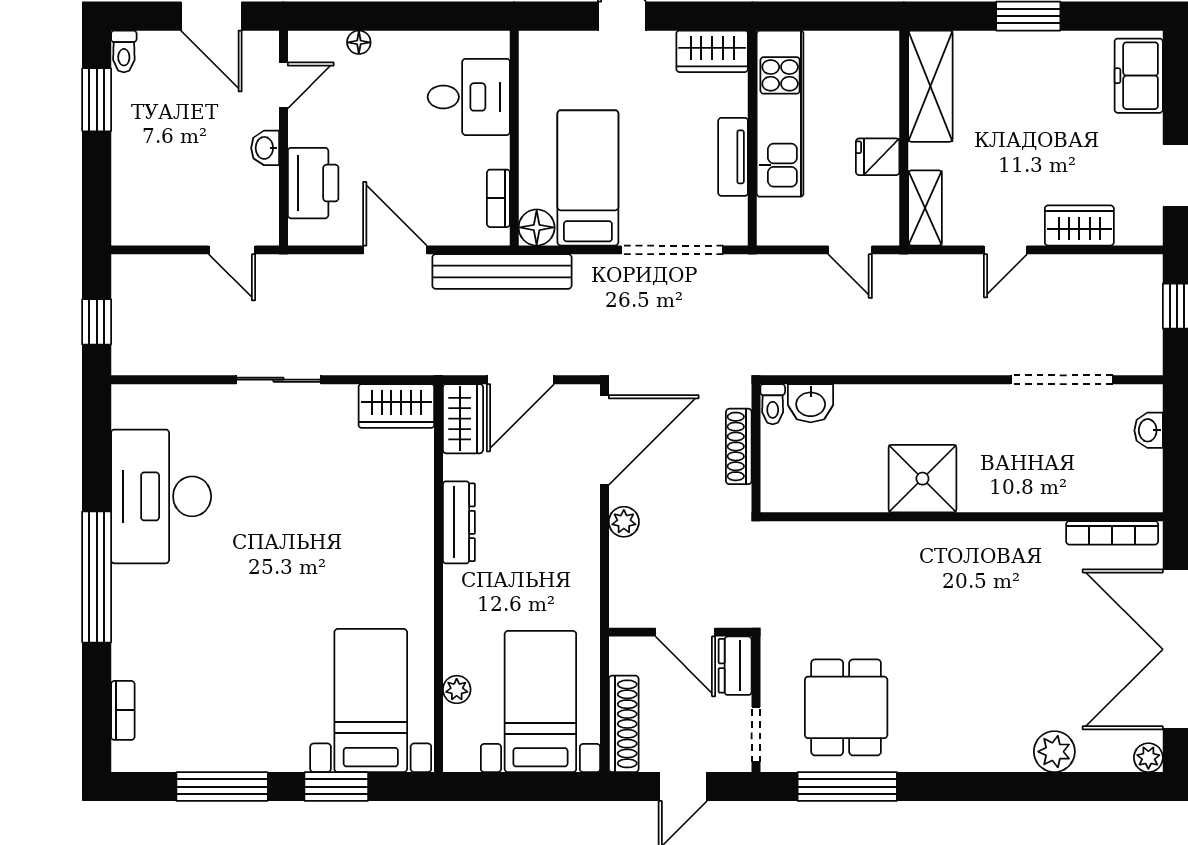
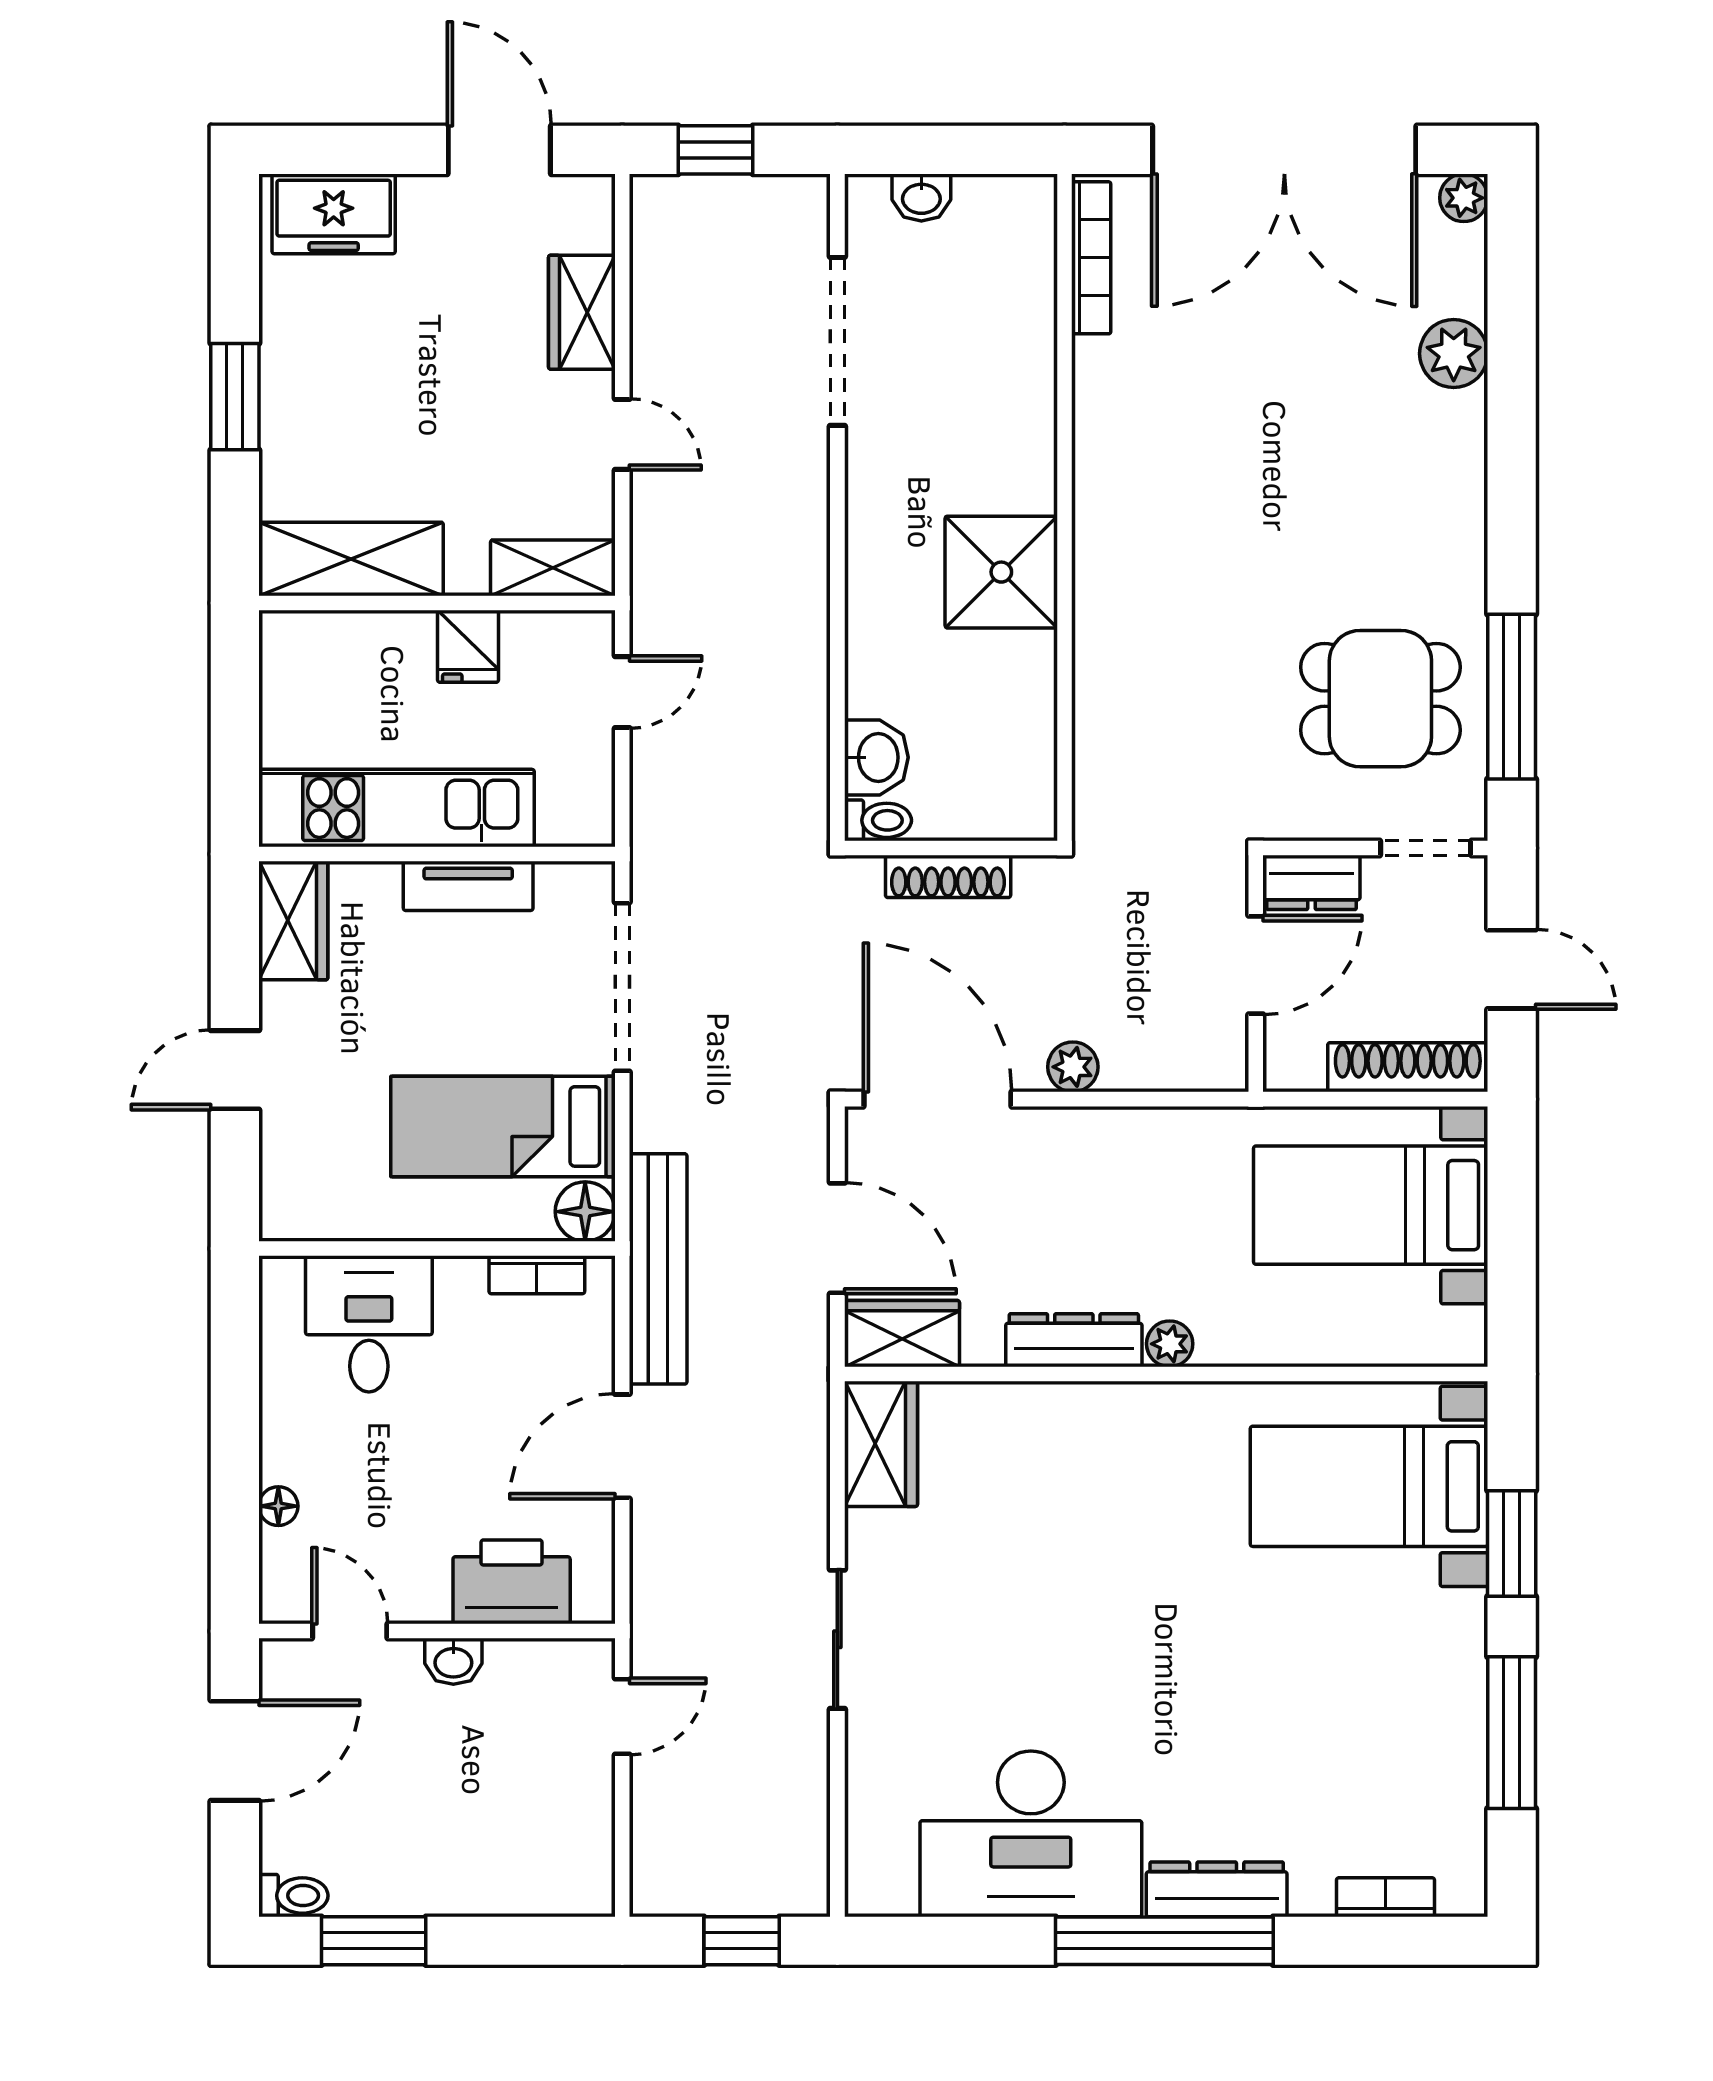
dresser: (128, 609) -> (1217, 1889), added
plant: (457, 690) -> (1170, 1344), moved

